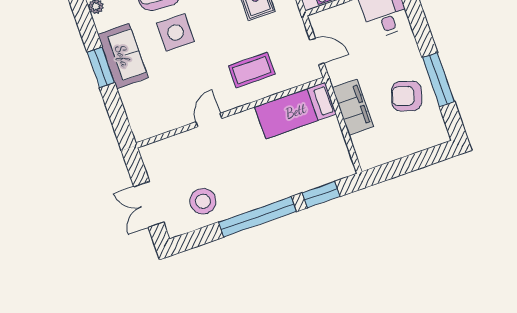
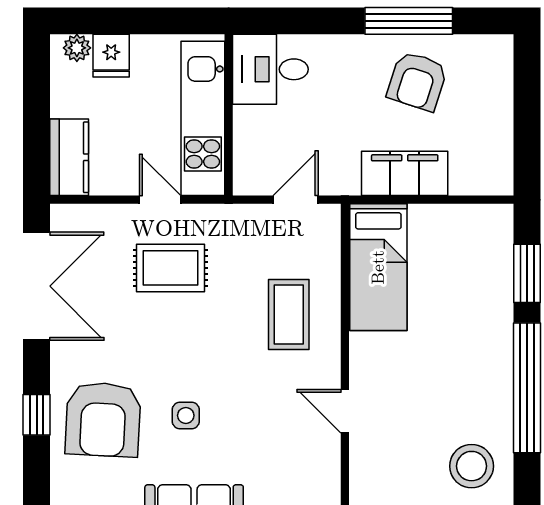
side table: (175, 32) -> (186, 415), width x0.54, depth x0.54

